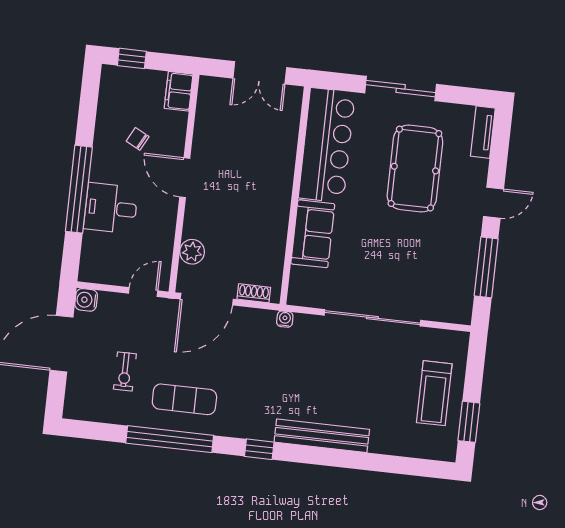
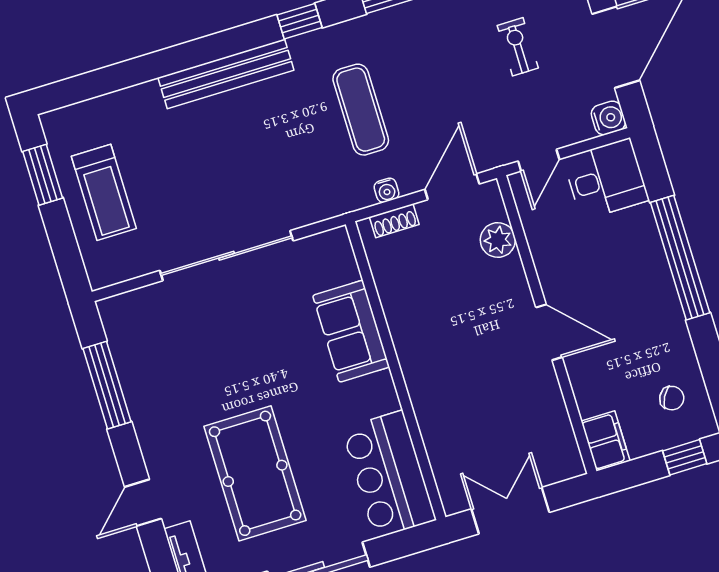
chair: (138, 139) -> (672, 398), moved
bar counter: (327, 145) -> (389, 474), width x0.73
door: (493, 203) -> (143, 503), moved
desk: (111, 208) -> (606, 179), moved
door: (207, 299) -> (452, 187), width x0.73
water cooler: (285, 319) -> (387, 190), moved
treadmill: (434, 393) -> (104, 192), turned 180
exercise mat: (184, 399) -> (361, 110), moved, turned 90

